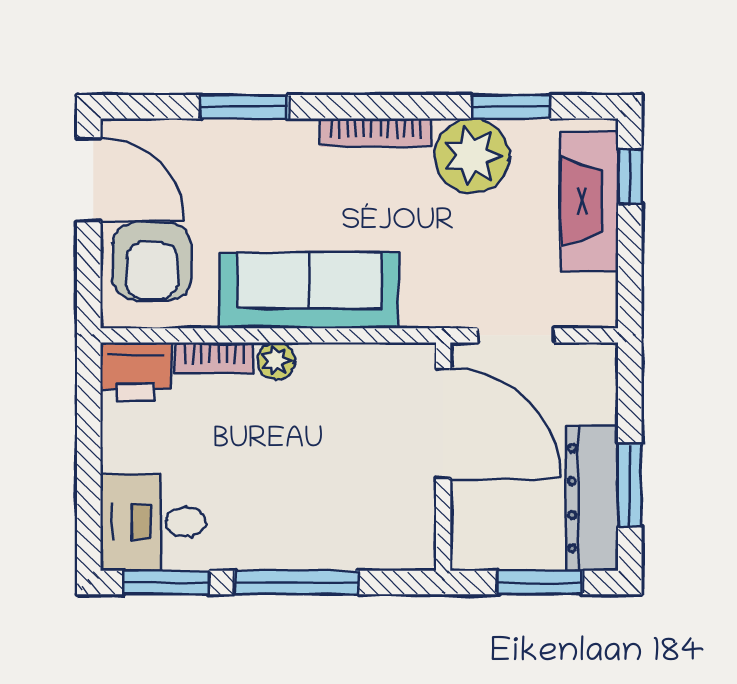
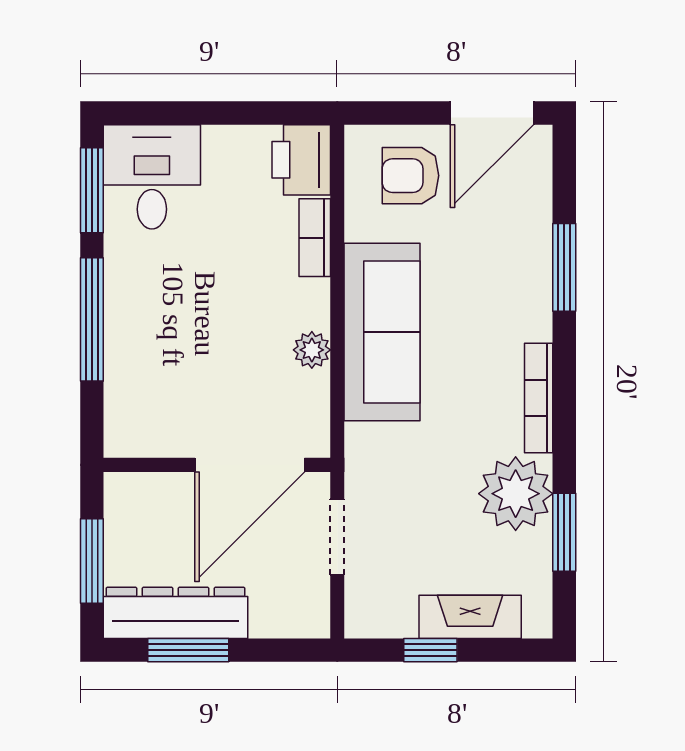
window: (630, 177) -> (430, 650), moved
fireplace: (589, 202) -> (470, 617), width x0.73, depth x0.76
armchair: (152, 262) -> (410, 176), width x0.72, depth x0.72
plant: (276, 361) -> (312, 350), moved

